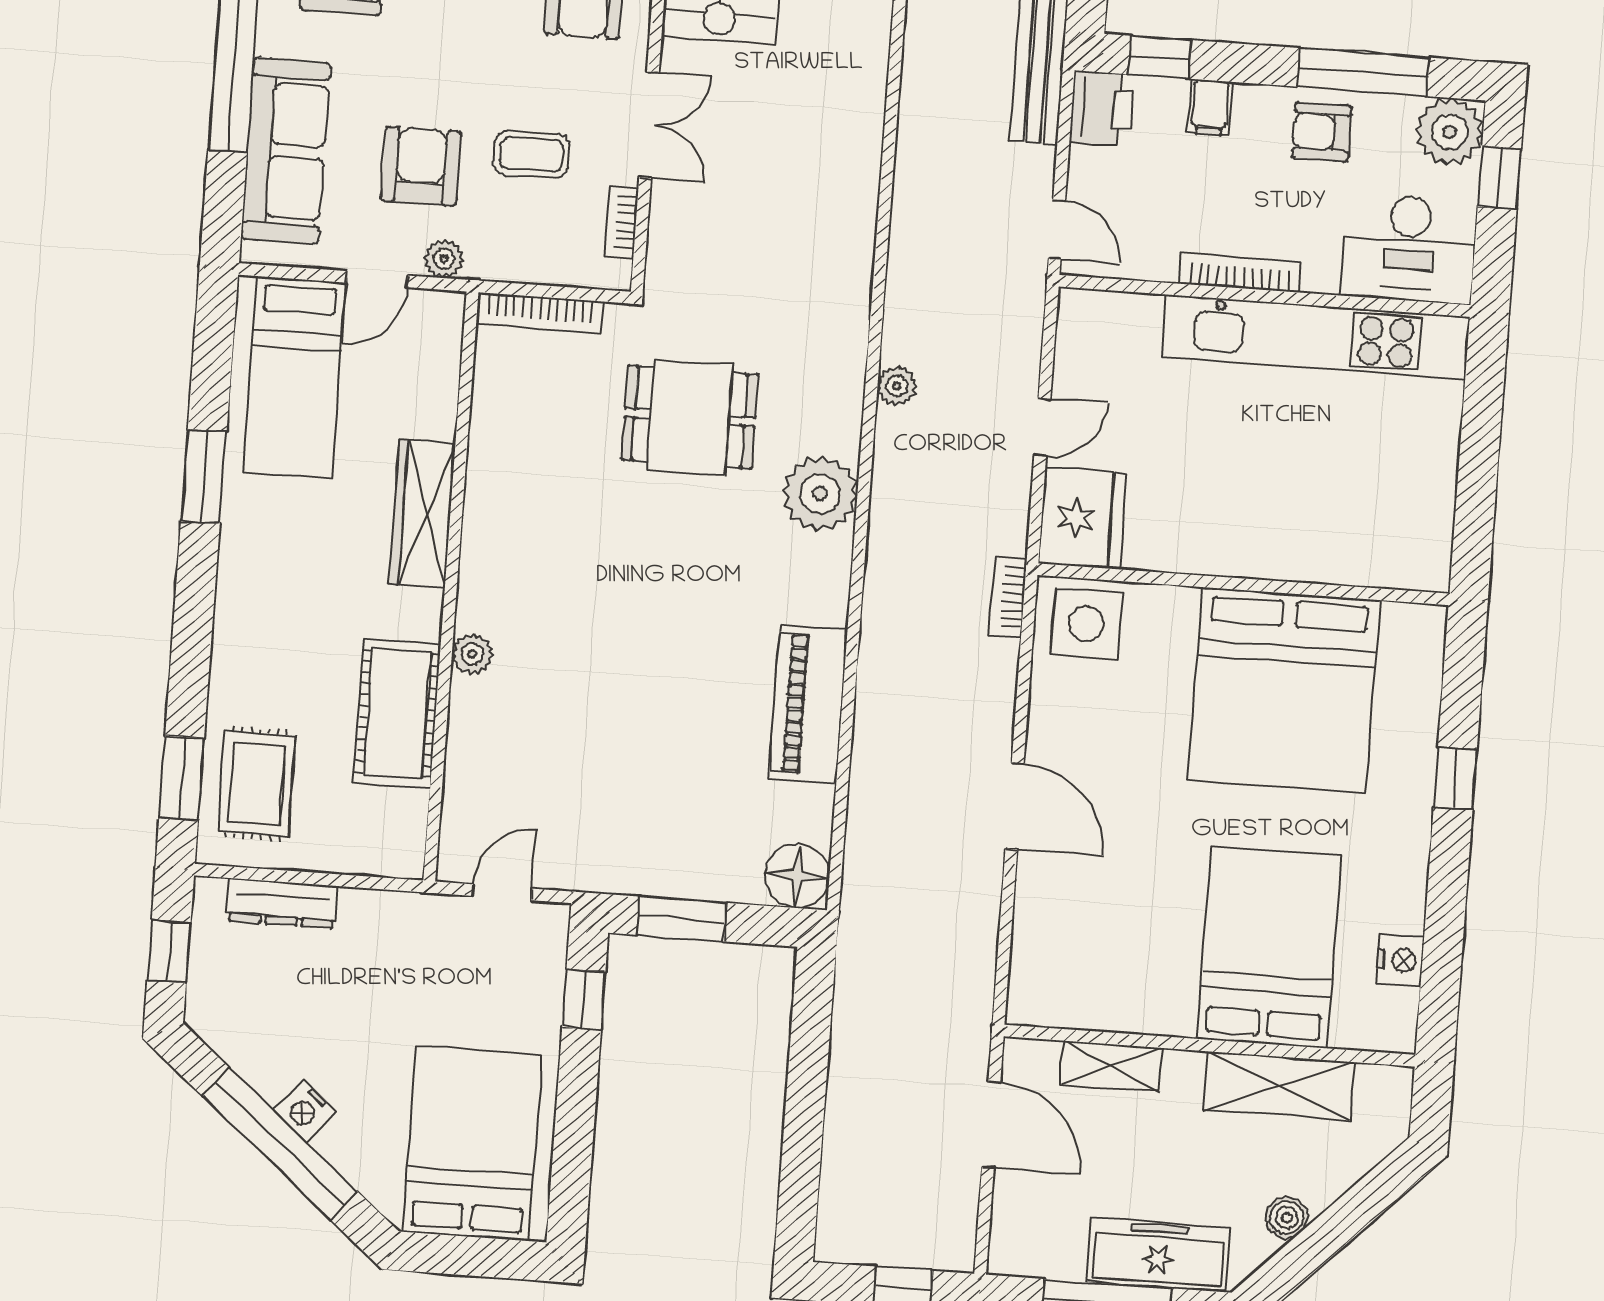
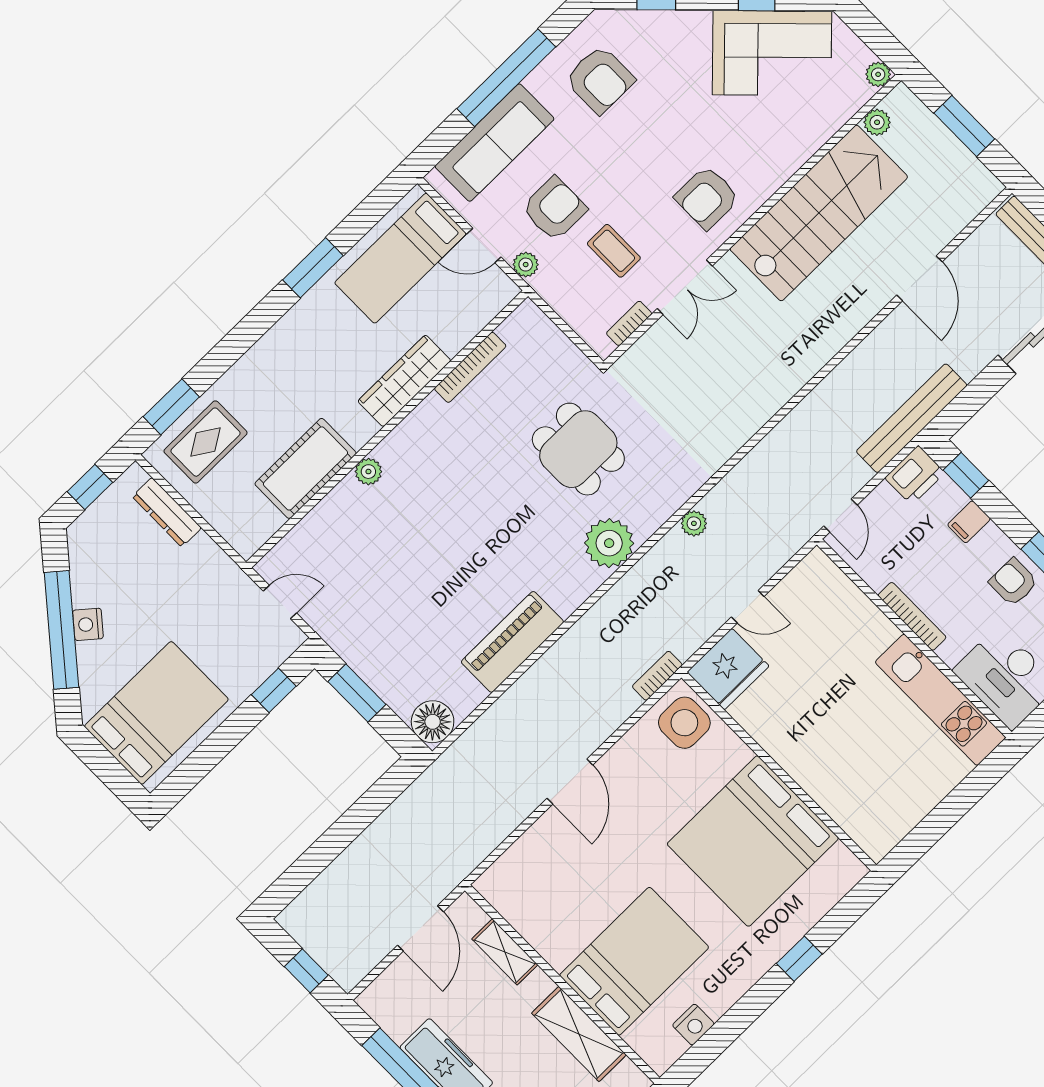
bookcase: (540, 313) -> (470, 367), moved, turned -90
kitchen unit: (1316, 337) -> (940, 700), width x0.73

